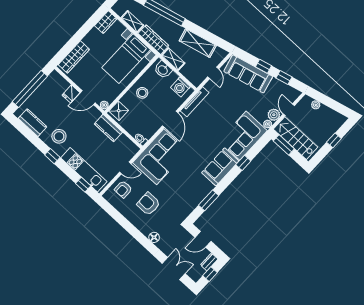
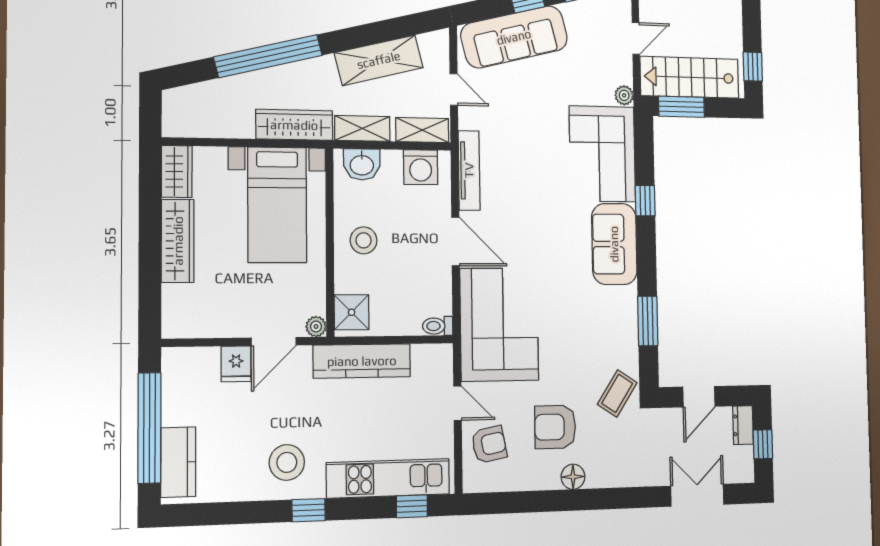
shelving: (132, 22) -> (422, 130), moved
wardrobe: (74, 57) -> (178, 241), moved
door: (289, 110) -> (636, 38), swing flipped
plant: (274, 115) -> (620, 70), removed
kitchen counter: (32, 123) -> (178, 462), moved, turned 90
kitchen counter: (108, 128) -> (362, 361), width x1.50
window: (334, 140) -> (753, 66), moved
door: (125, 168) -> (457, 403), hinge flipped
armchair: (123, 189) -> (489, 444), turned -101
coffee table: (178, 213) -> (617, 393), added
floor lamp: (154, 237) -> (573, 477), moved

